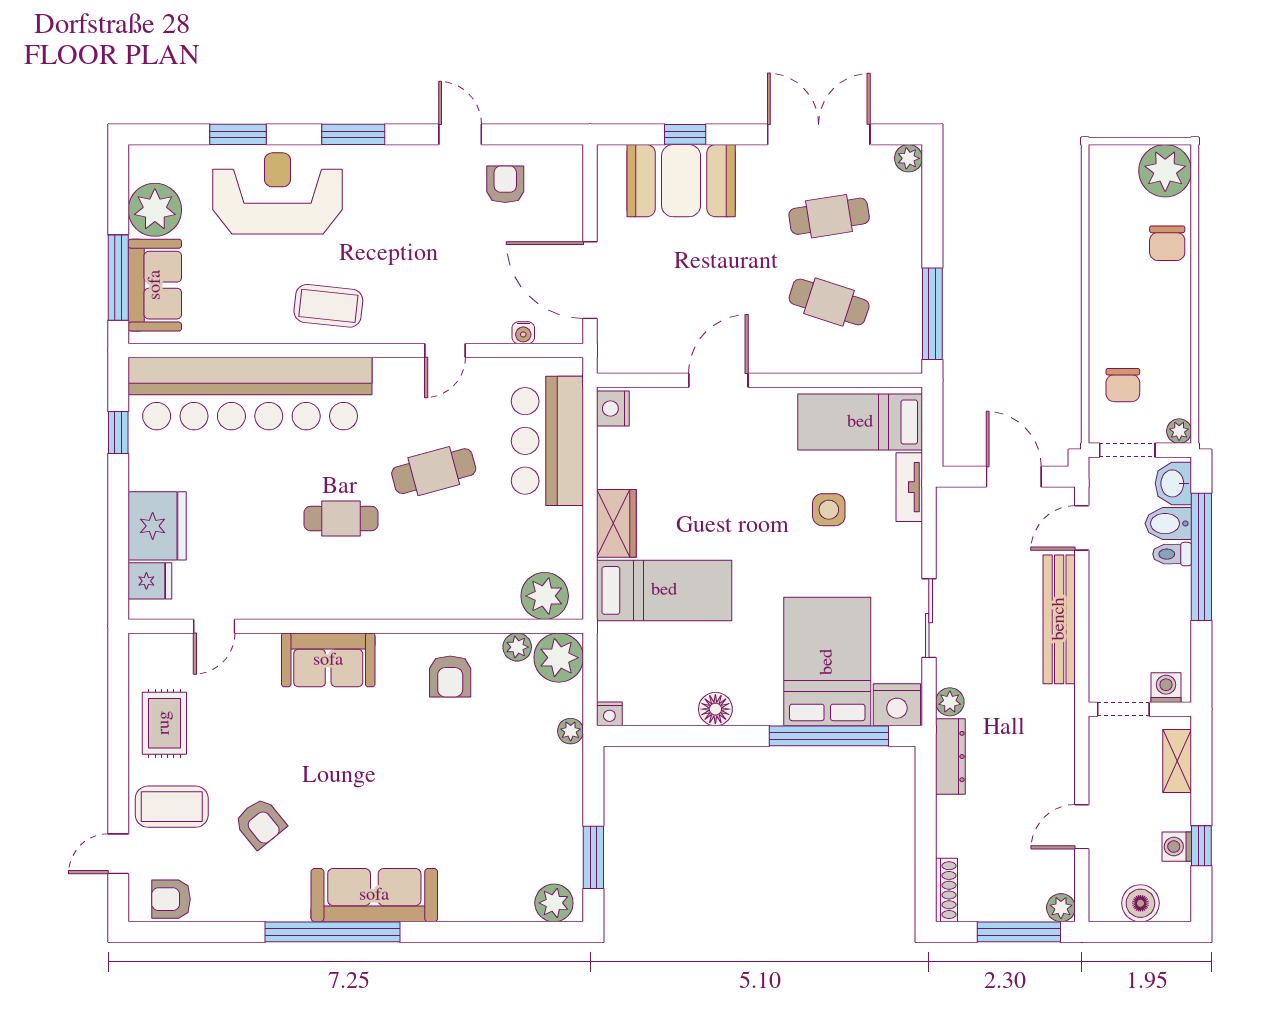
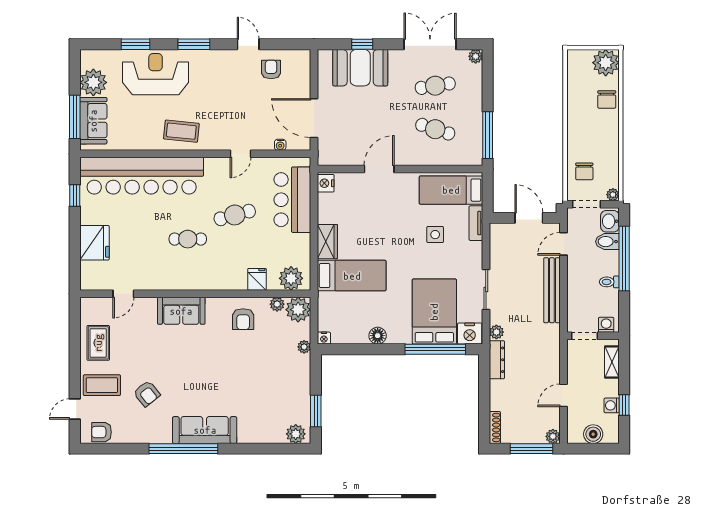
toilet: (1172, 554) -> (609, 282), moved
fridge: (150, 581) -> (257, 279), moved, turned -90

